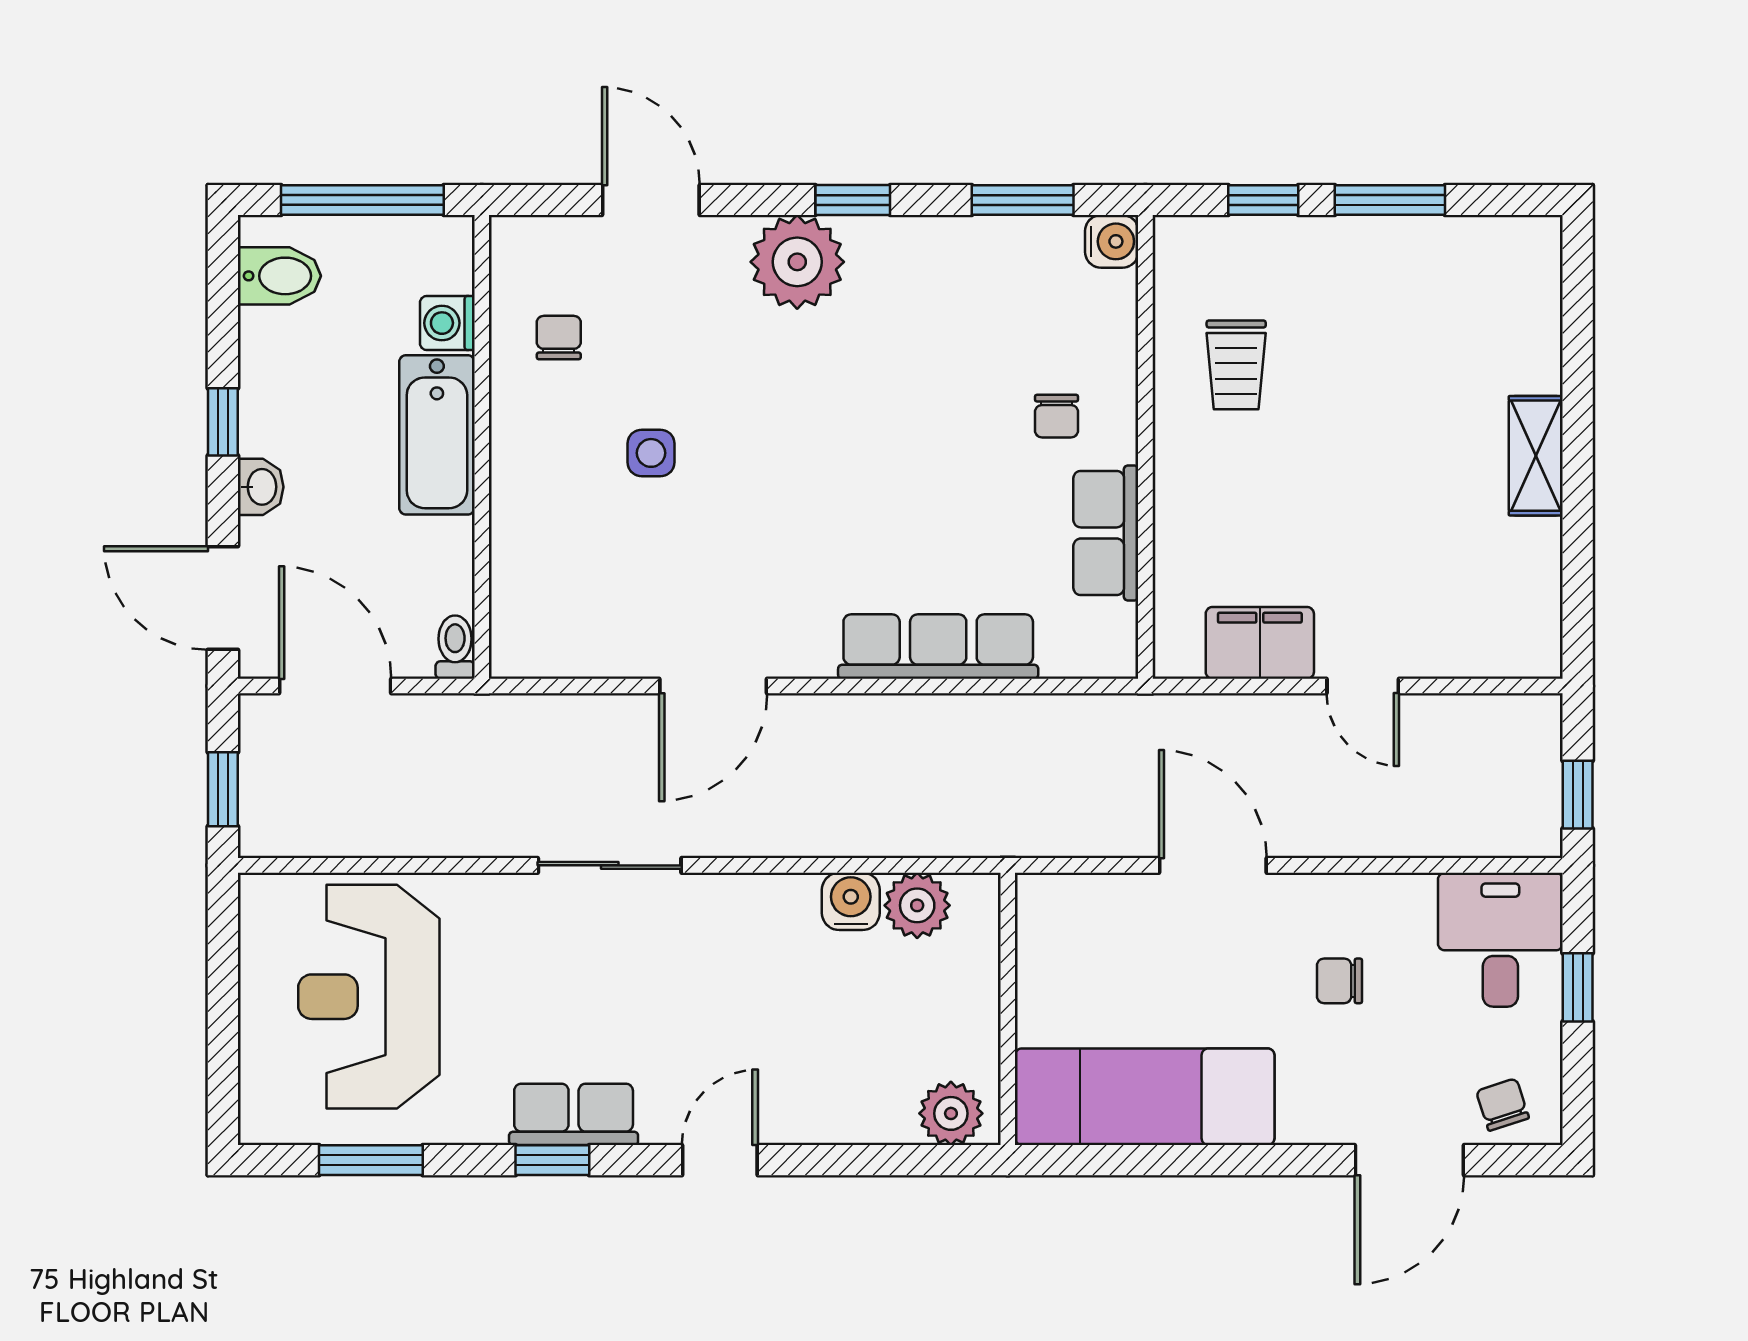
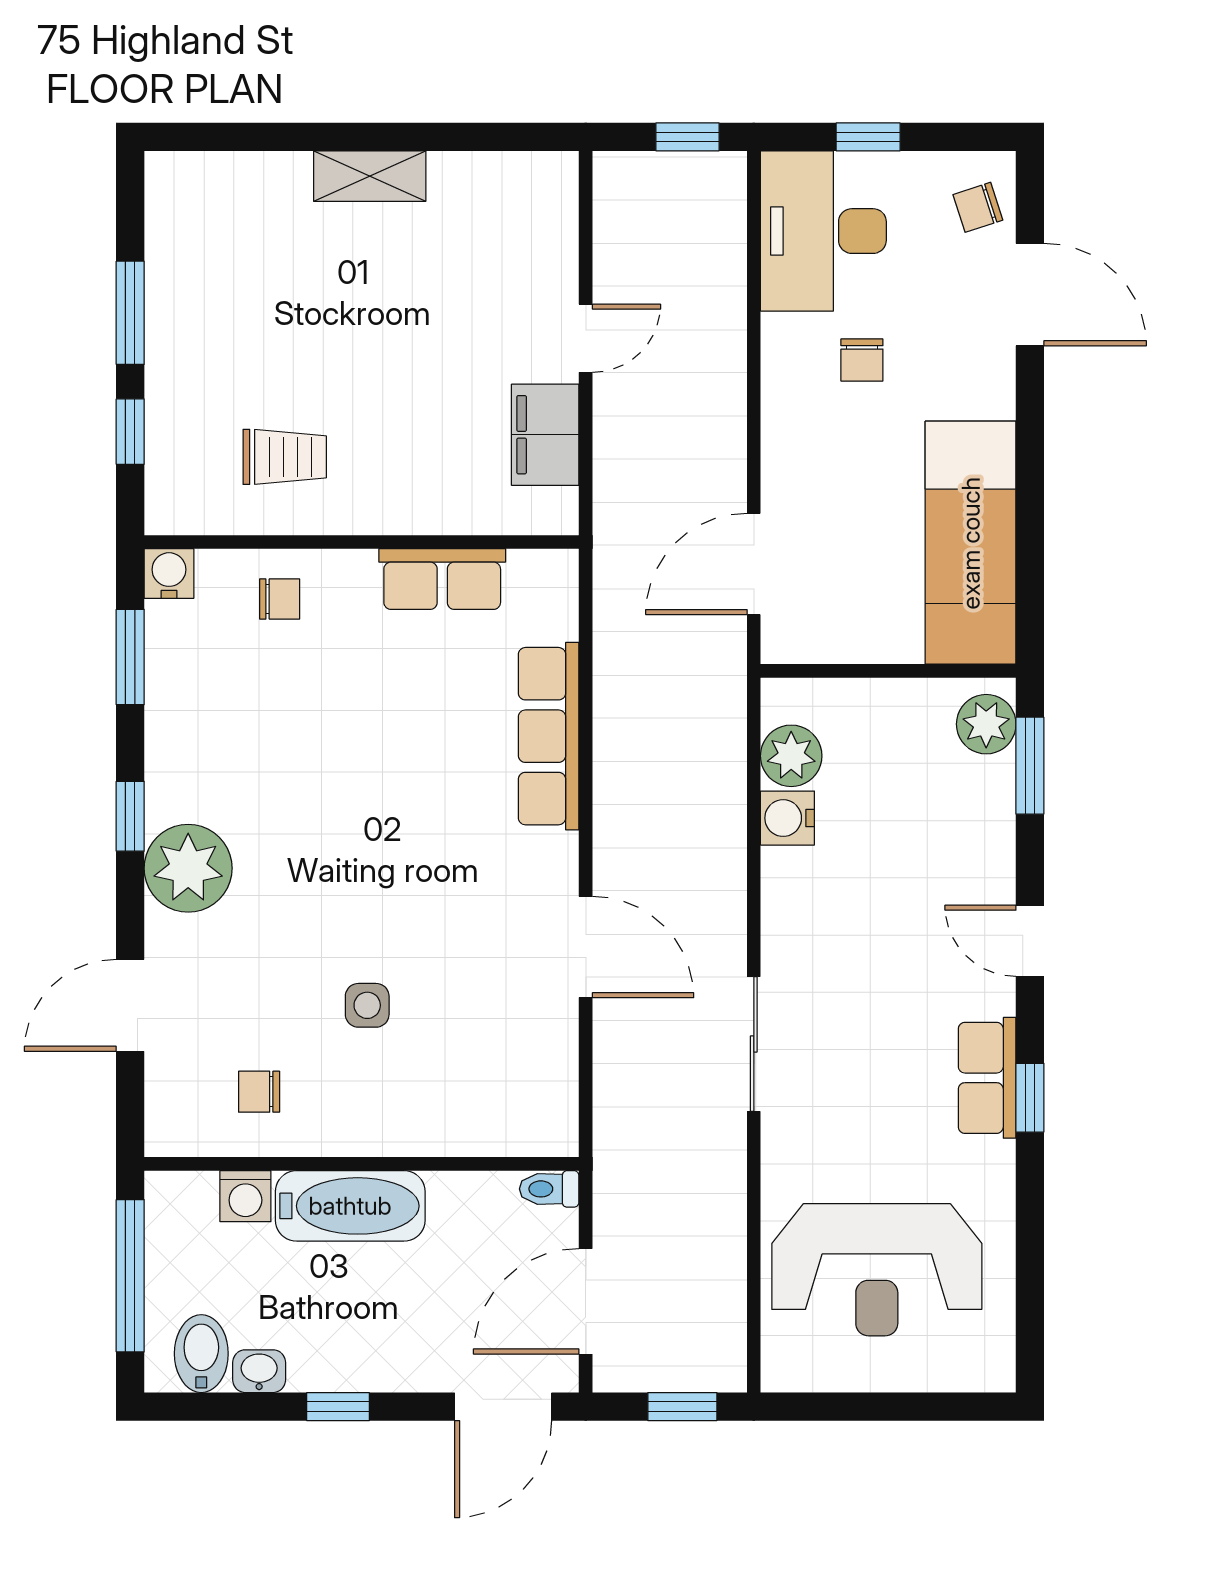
chair: (1057, 416) -> (280, 599), moved
washbasin: (261, 487) -> (259, 1371), moved
door: (1213, 865) -> (754, 564), moved
desk: (1500, 940) -> (823, 231), width x1.37
window: (371, 1160) -> (1030, 766), moved

